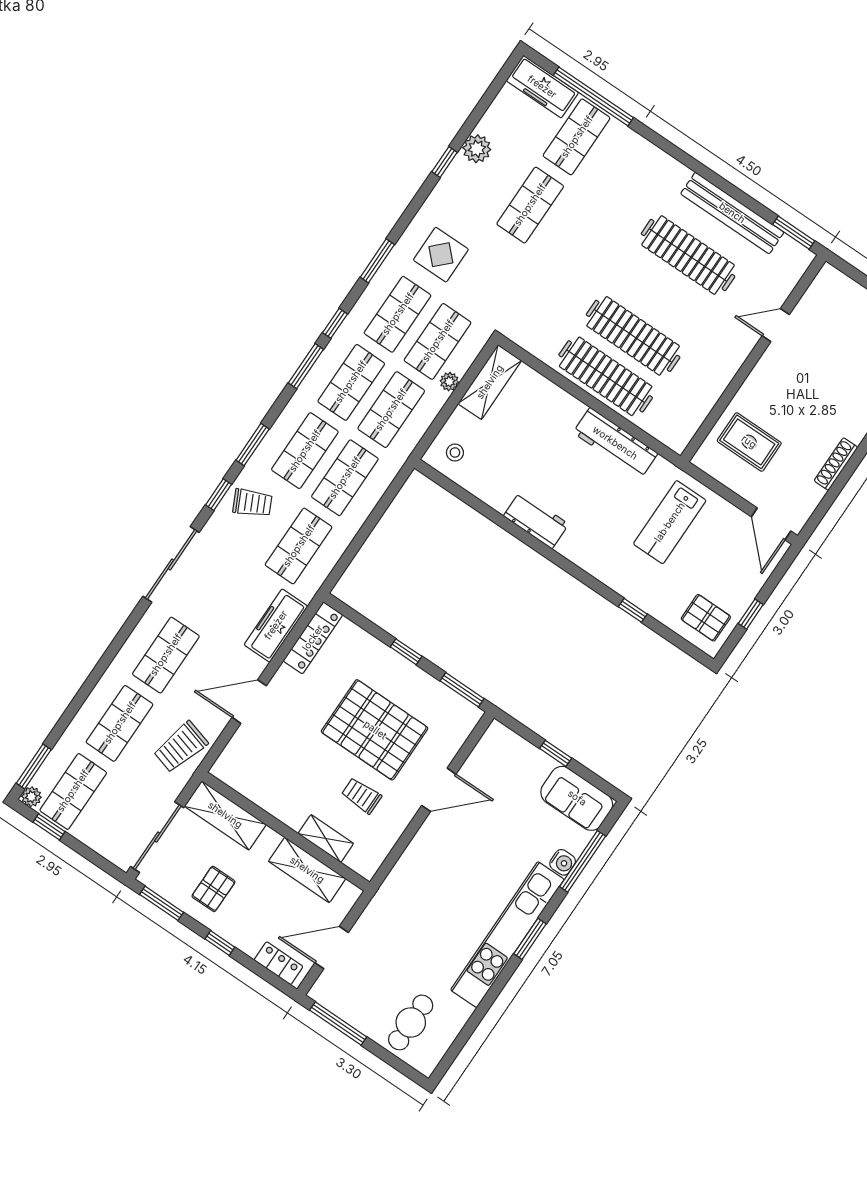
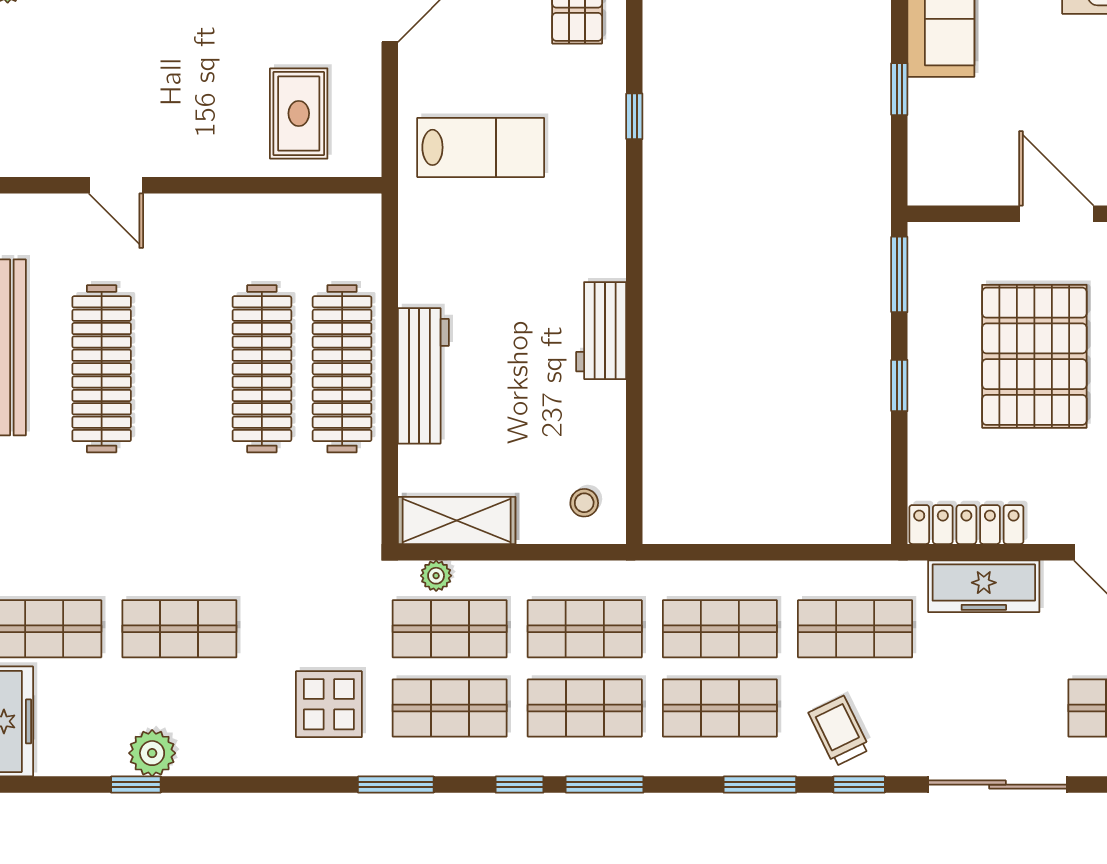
window: (445, 162) -> (136, 785), moved
plant: (449, 382) -> (436, 576), moved
workbench: (615, 443) -> (423, 376), moved

